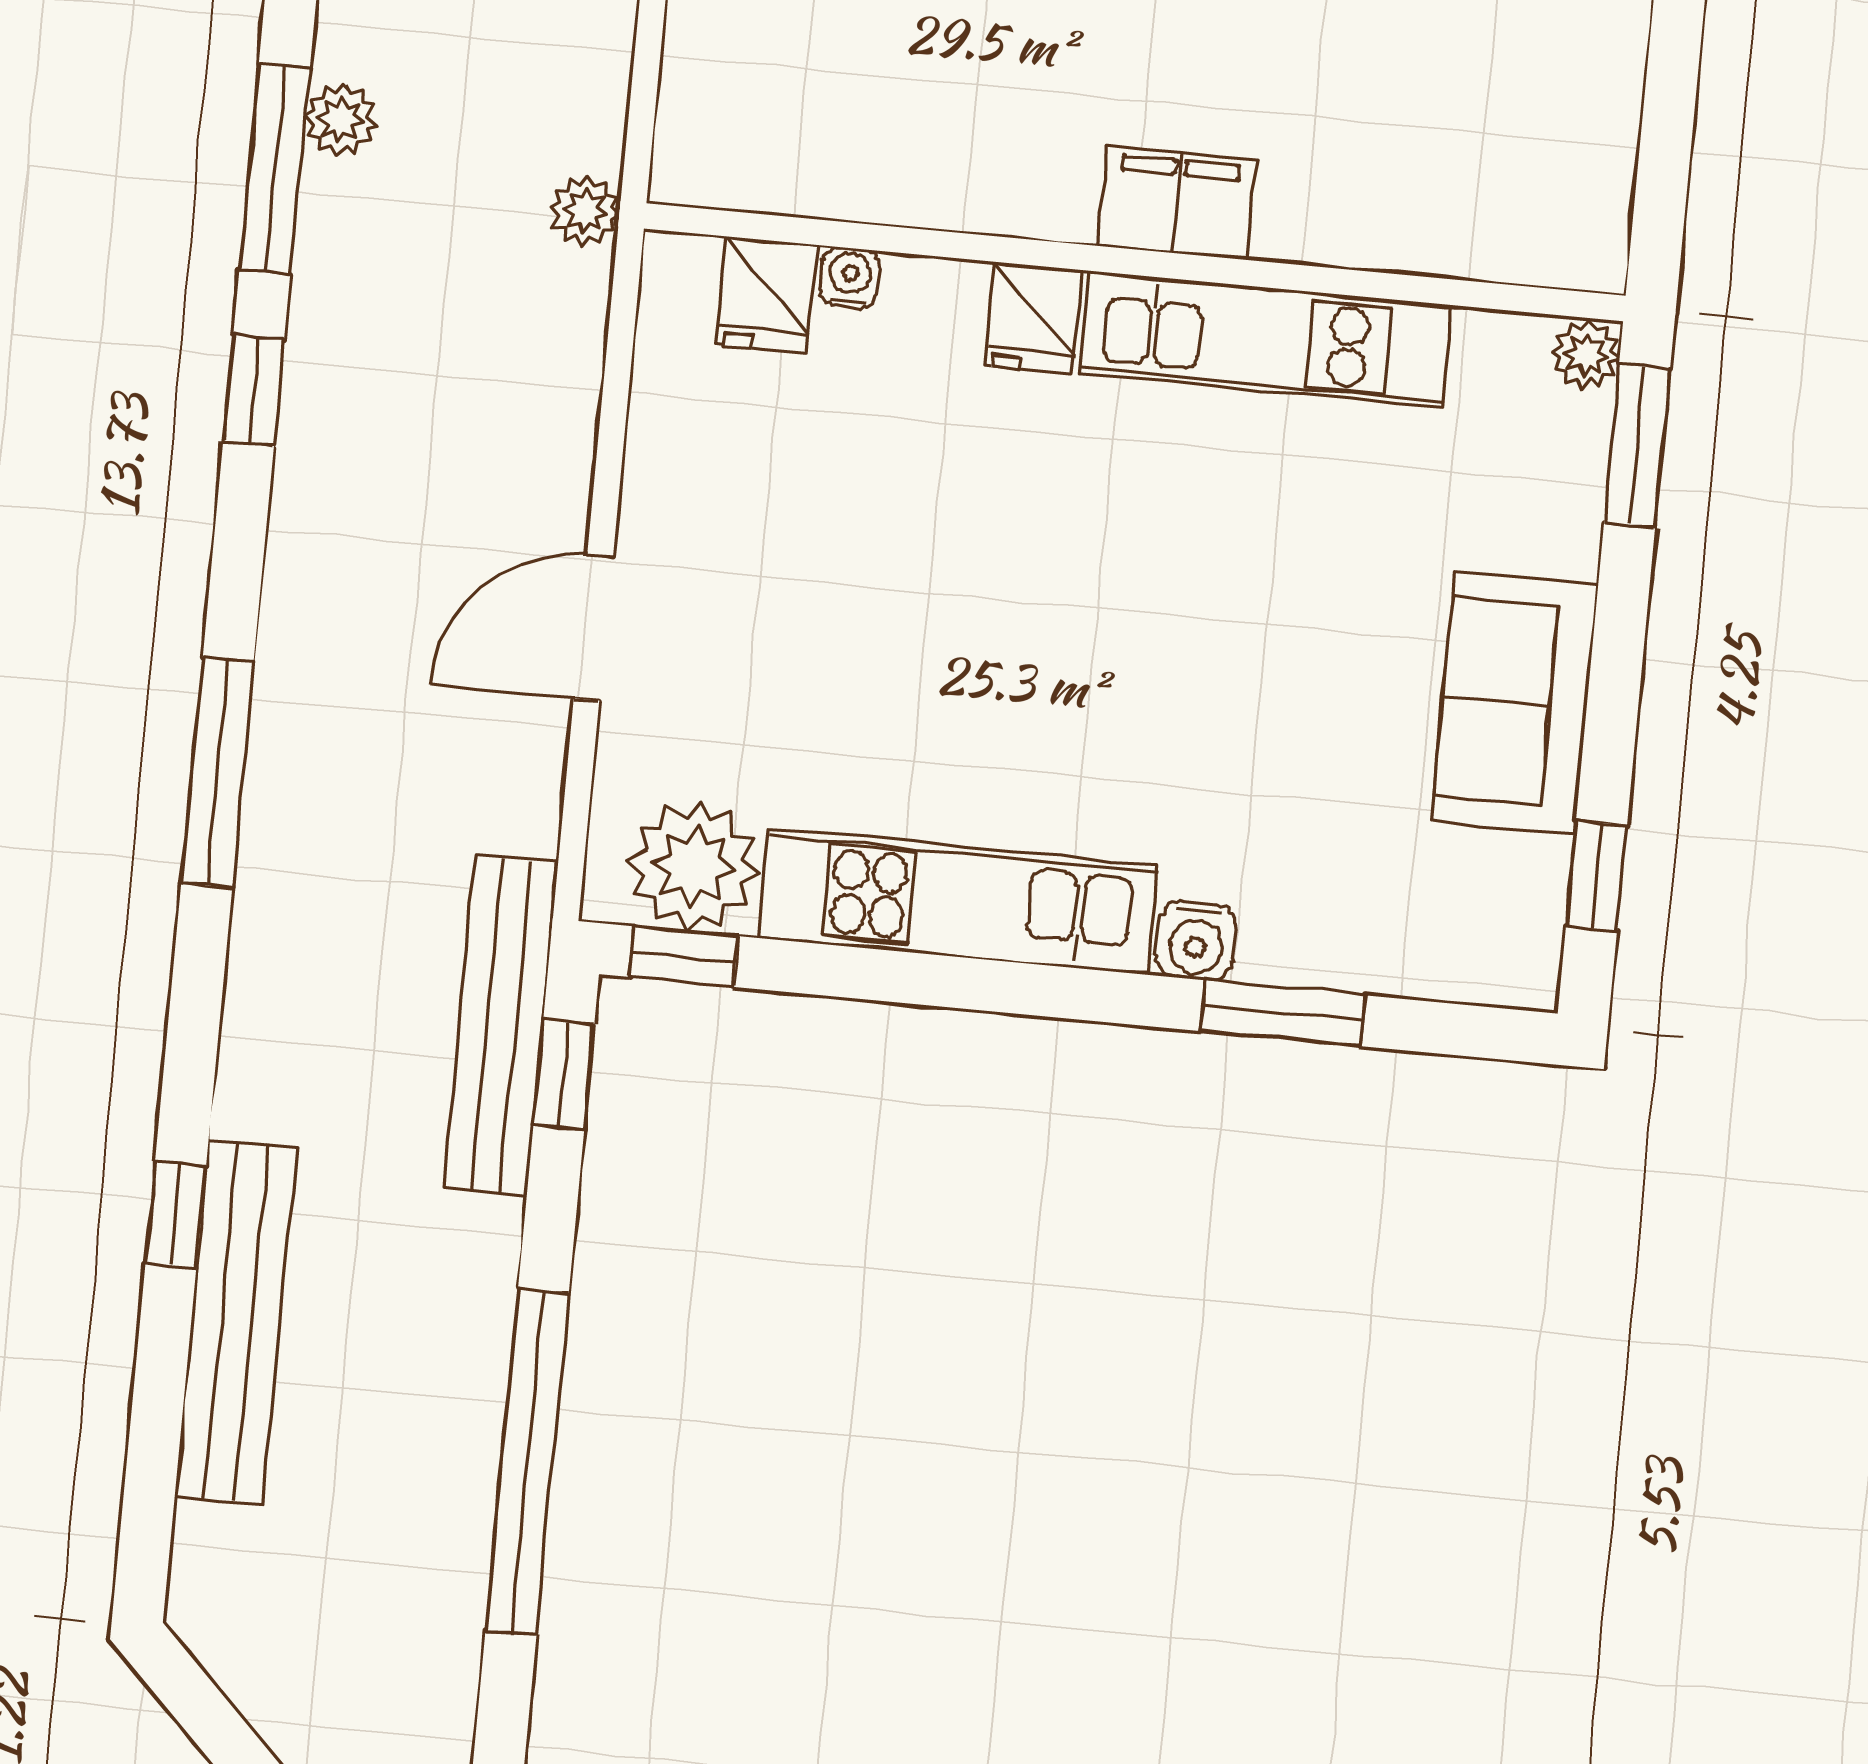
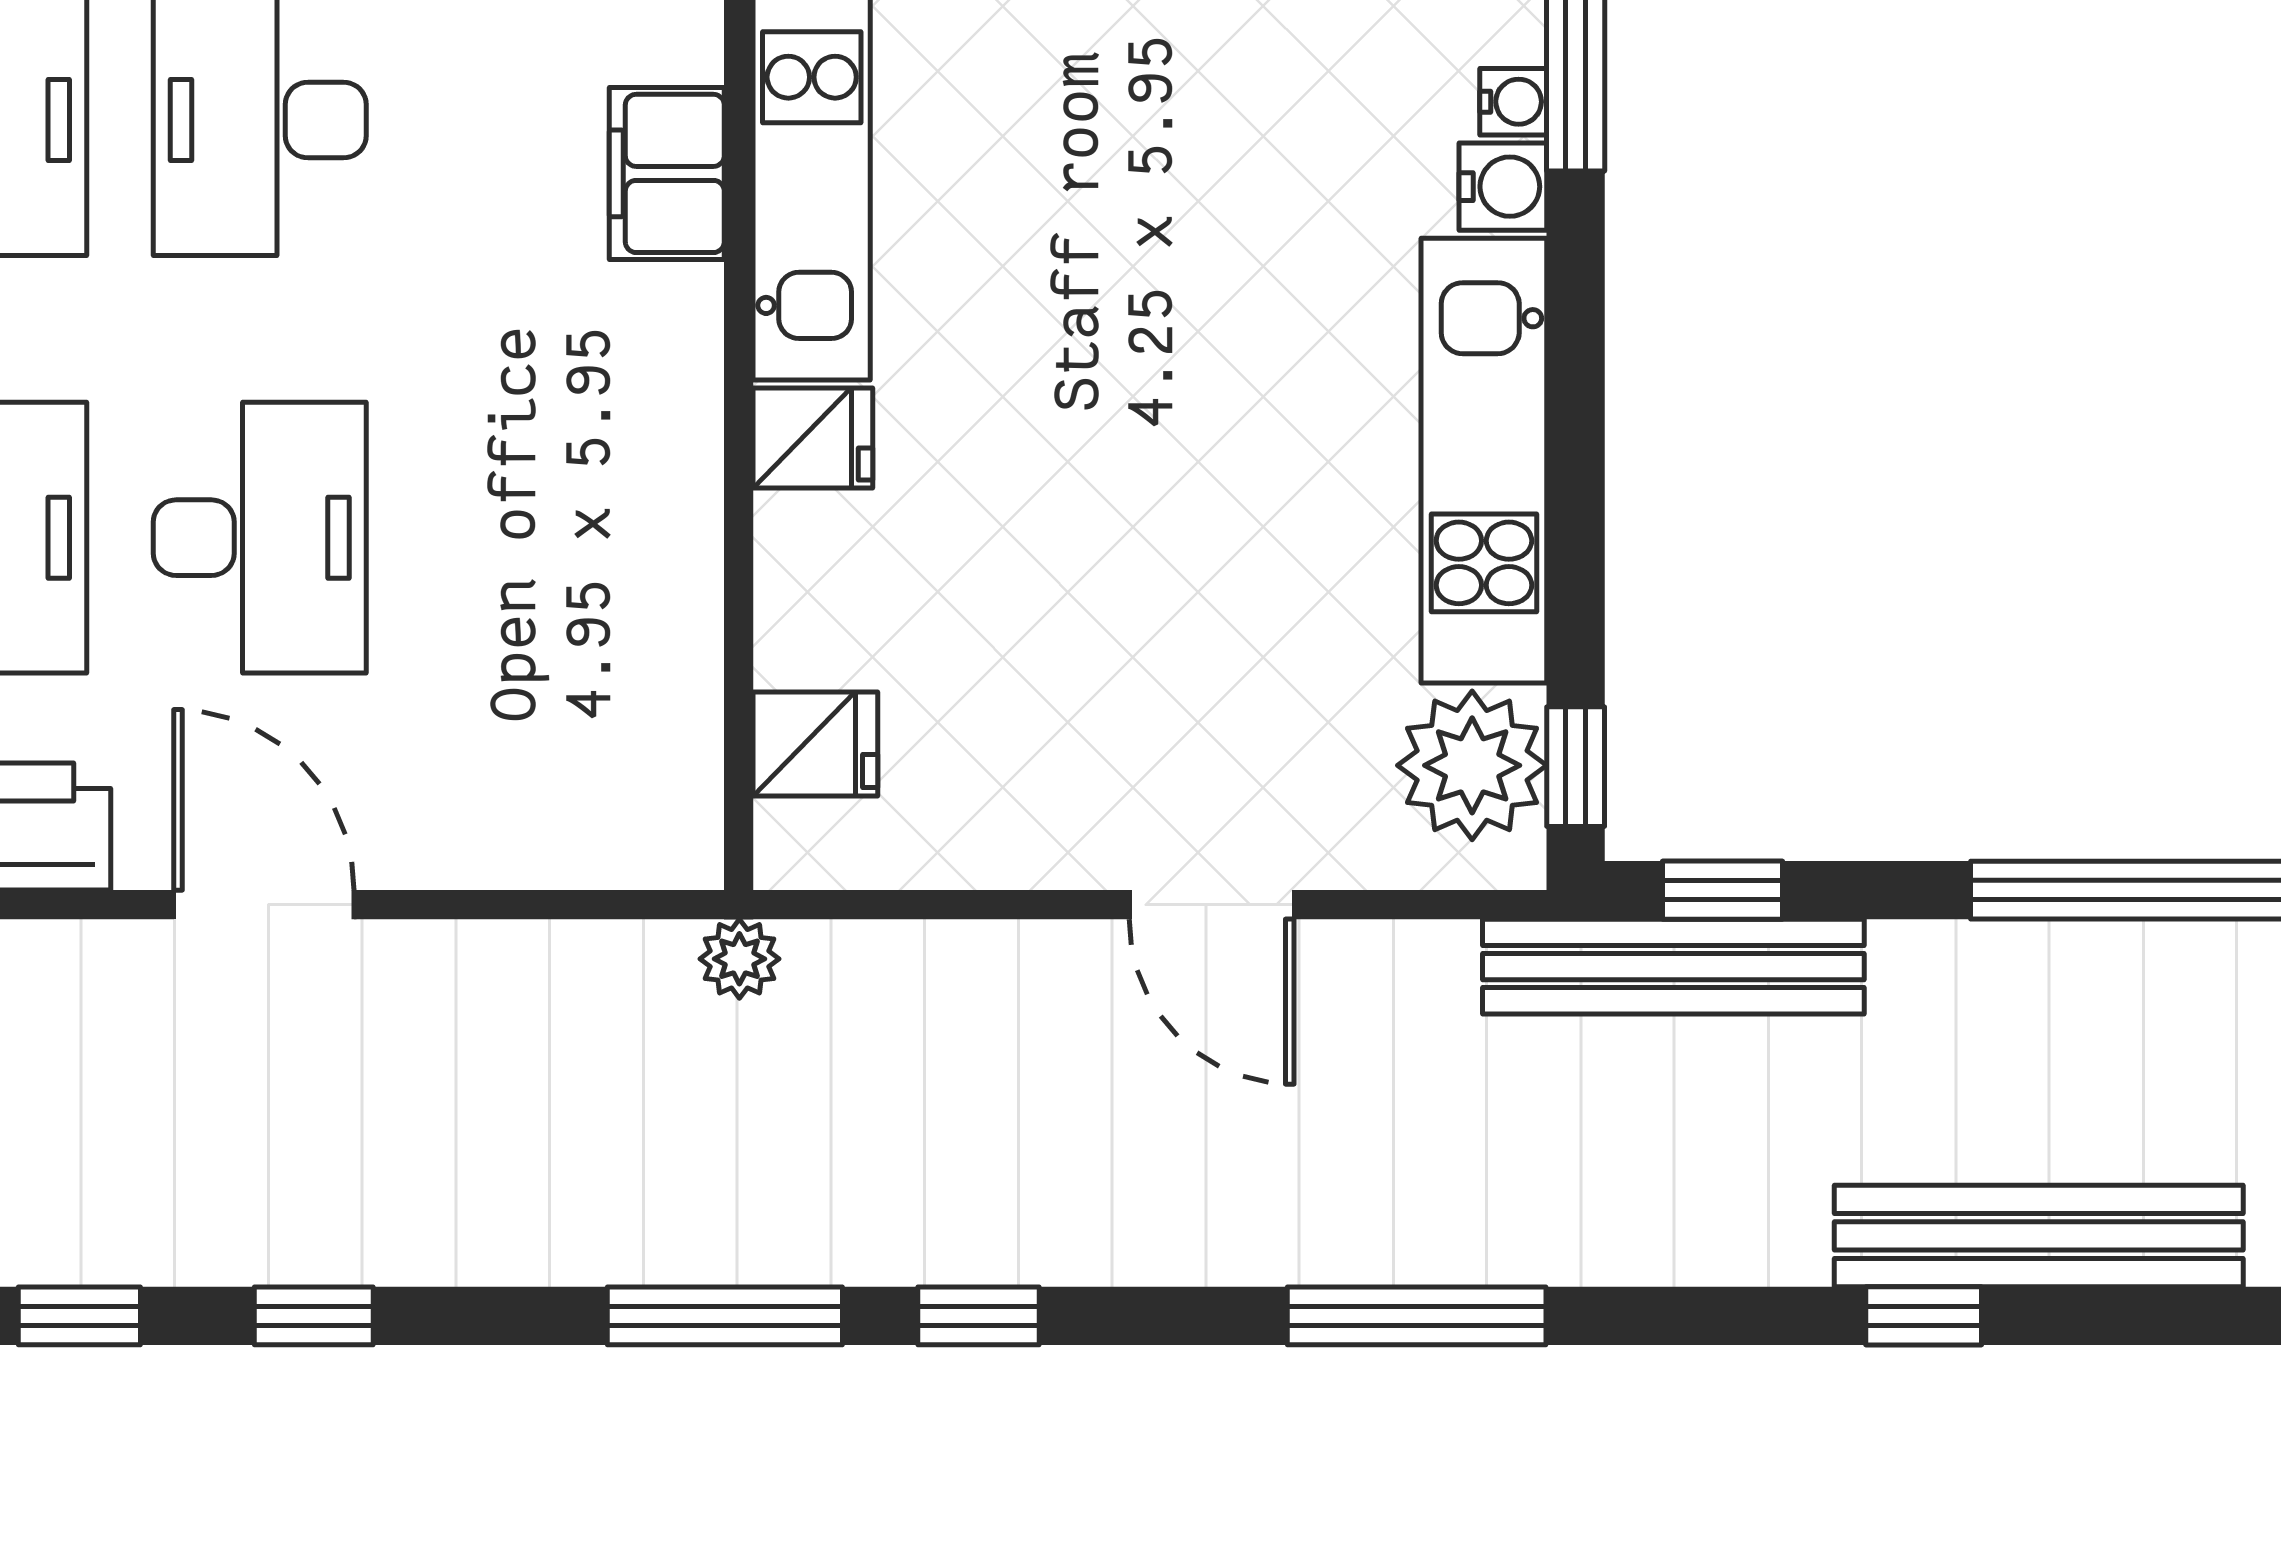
plant: (341, 120) -> (662, 1246), removed
filing cabinet: (1177, 203) -> (667, 173), moved
water cooler: (850, 277) -> (1513, 102), moved, turned 180

